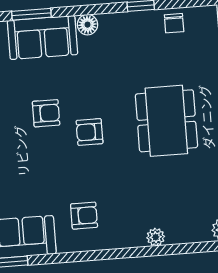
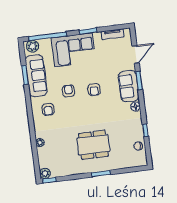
armchair: (90, 132) -> (68, 91), moved

